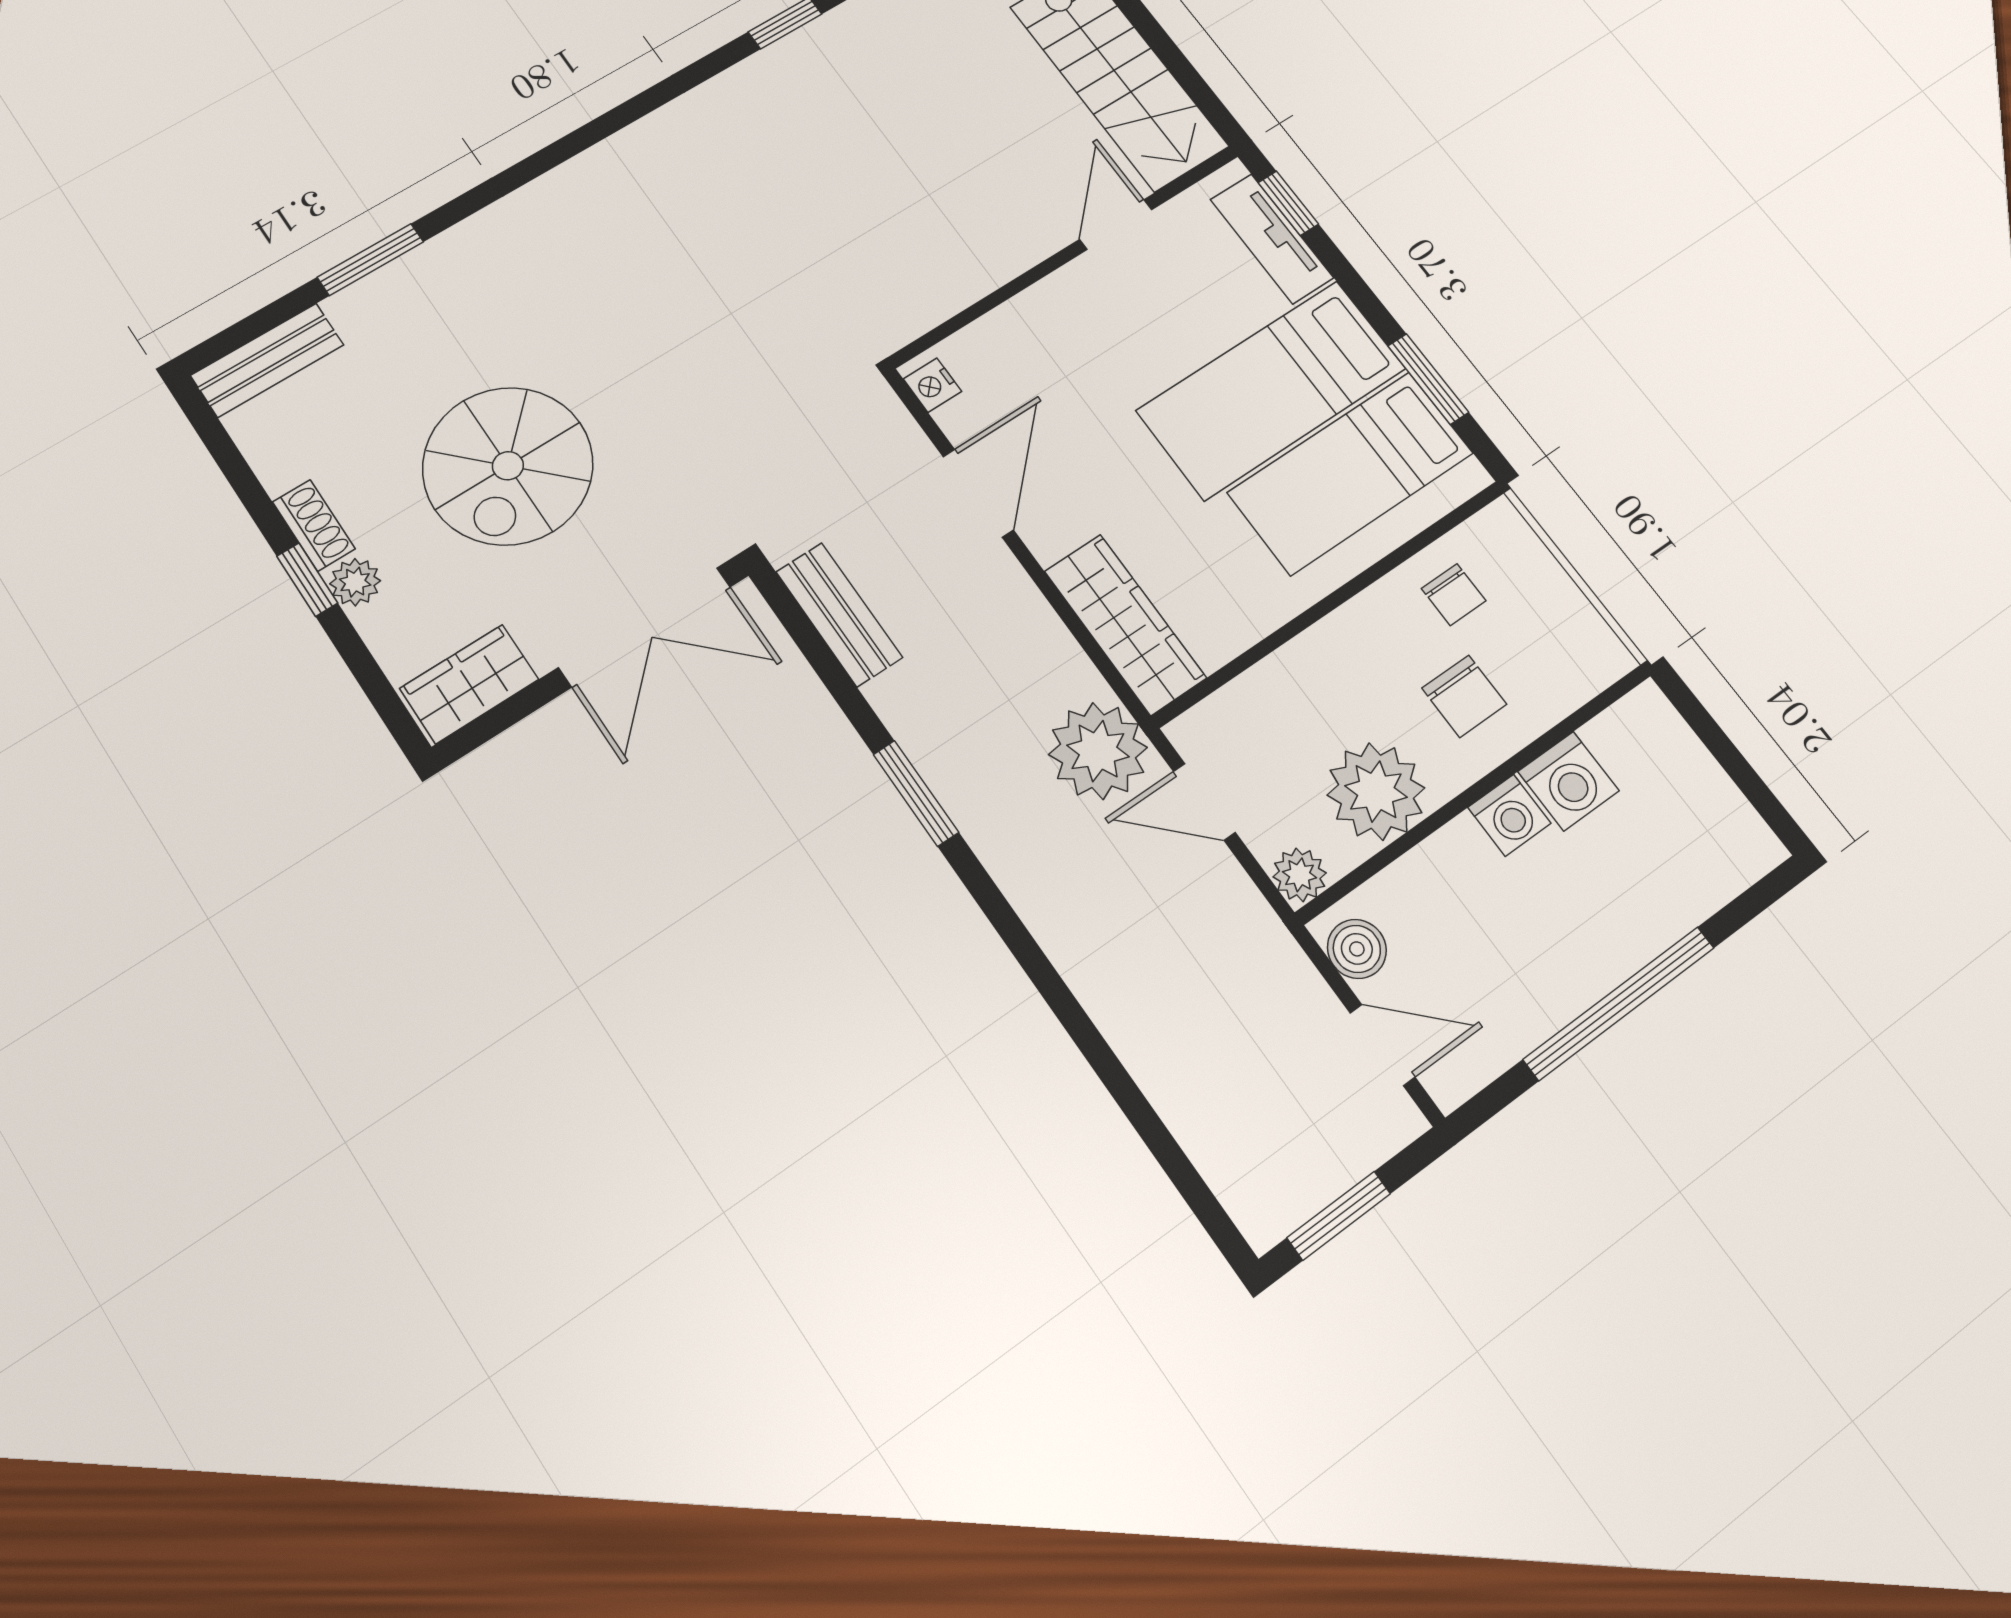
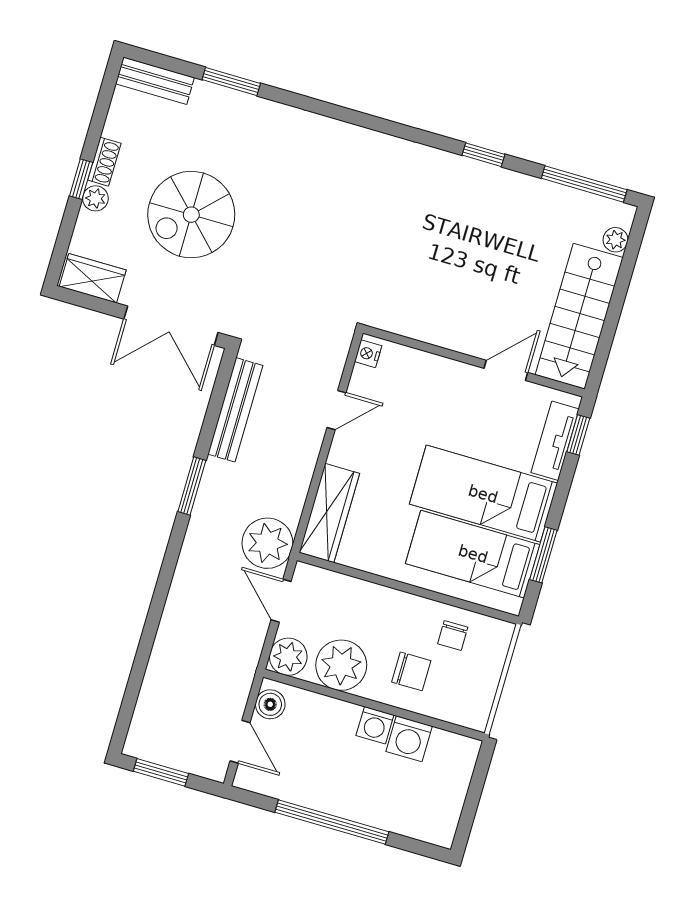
door: (978, 493) -> (336, 410), width x0.73
bench: (839, 615) -> (235, 410), width x1.36
chair: (1464, 696) -> (411, 671), turned -90
plant: (1300, 875) -> (288, 657), width x1.38, depth x1.38

